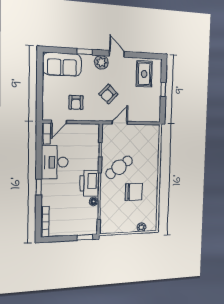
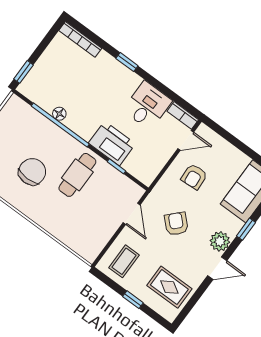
armchair: (76, 102) -> (194, 177), turned -94
coffee table: (147, 109) -> (124, 261), added
door: (59, 122) -> (186, 140), swing flipped
desk: (55, 162) -> (147, 105), width x0.73
cafe table: (119, 167) -> (77, 175), turned 36
printer: (89, 183) -> (112, 143), moved
chair: (134, 192) -> (32, 172), turned 180

